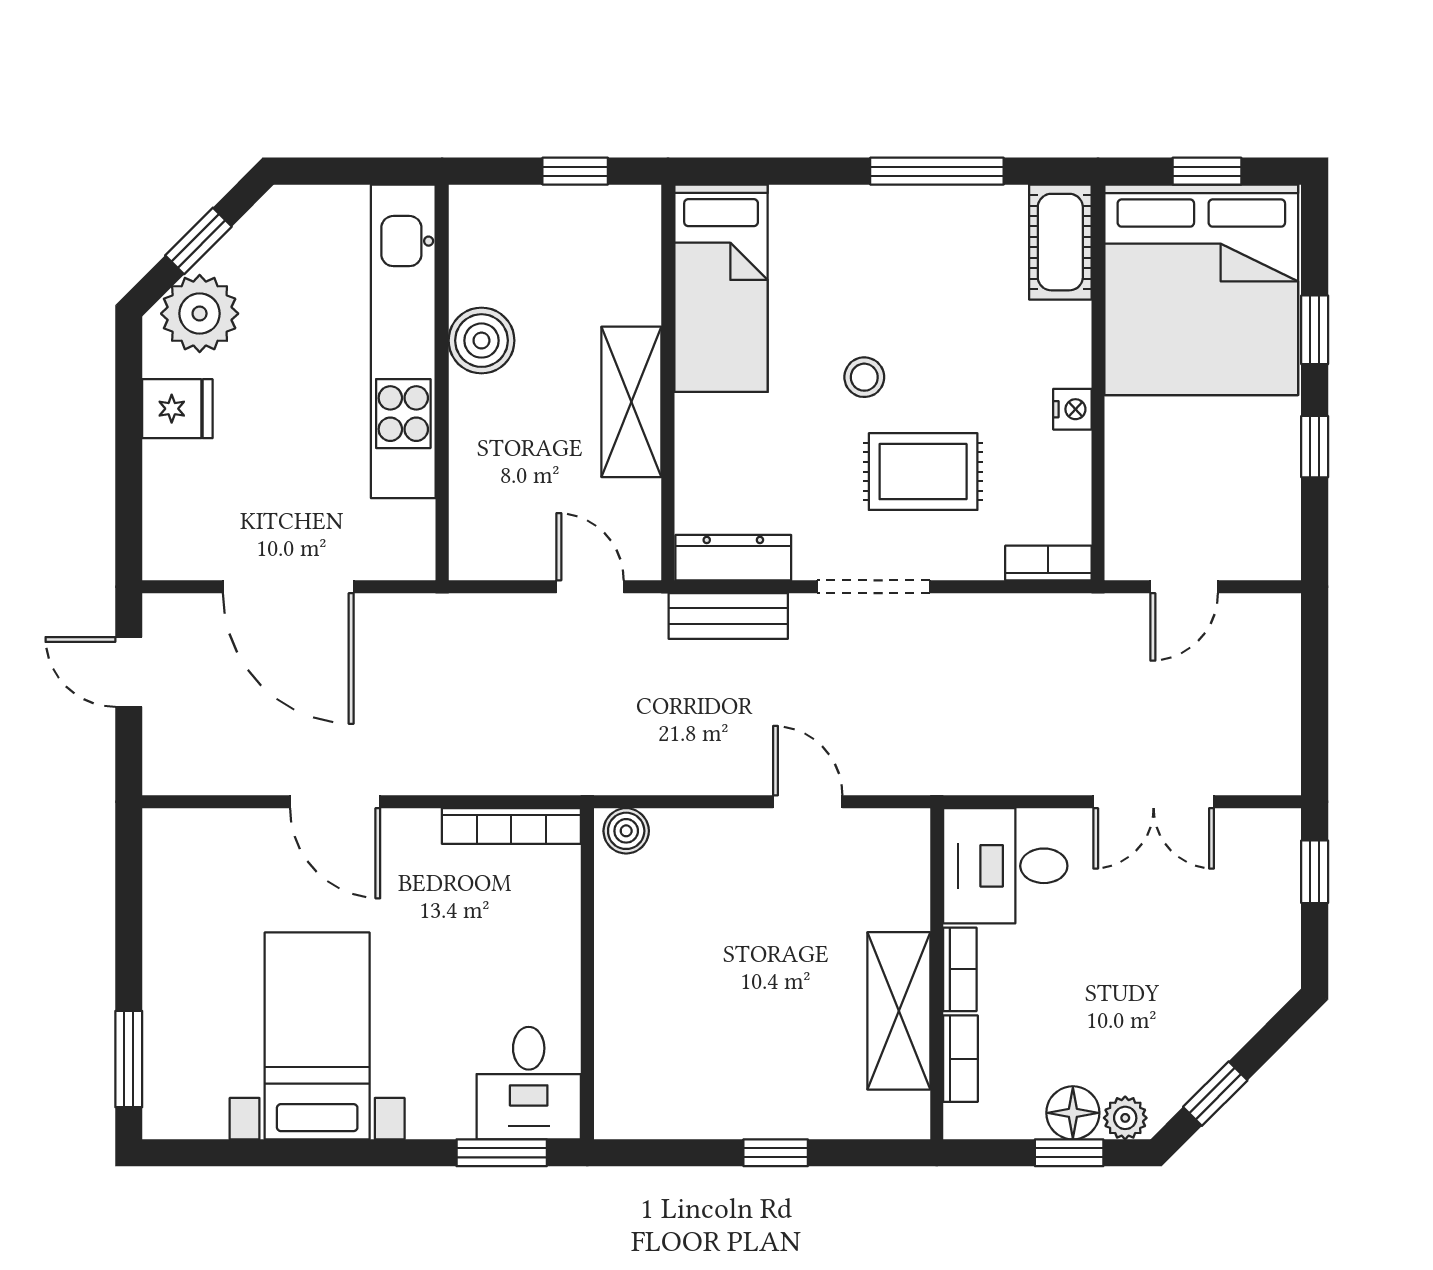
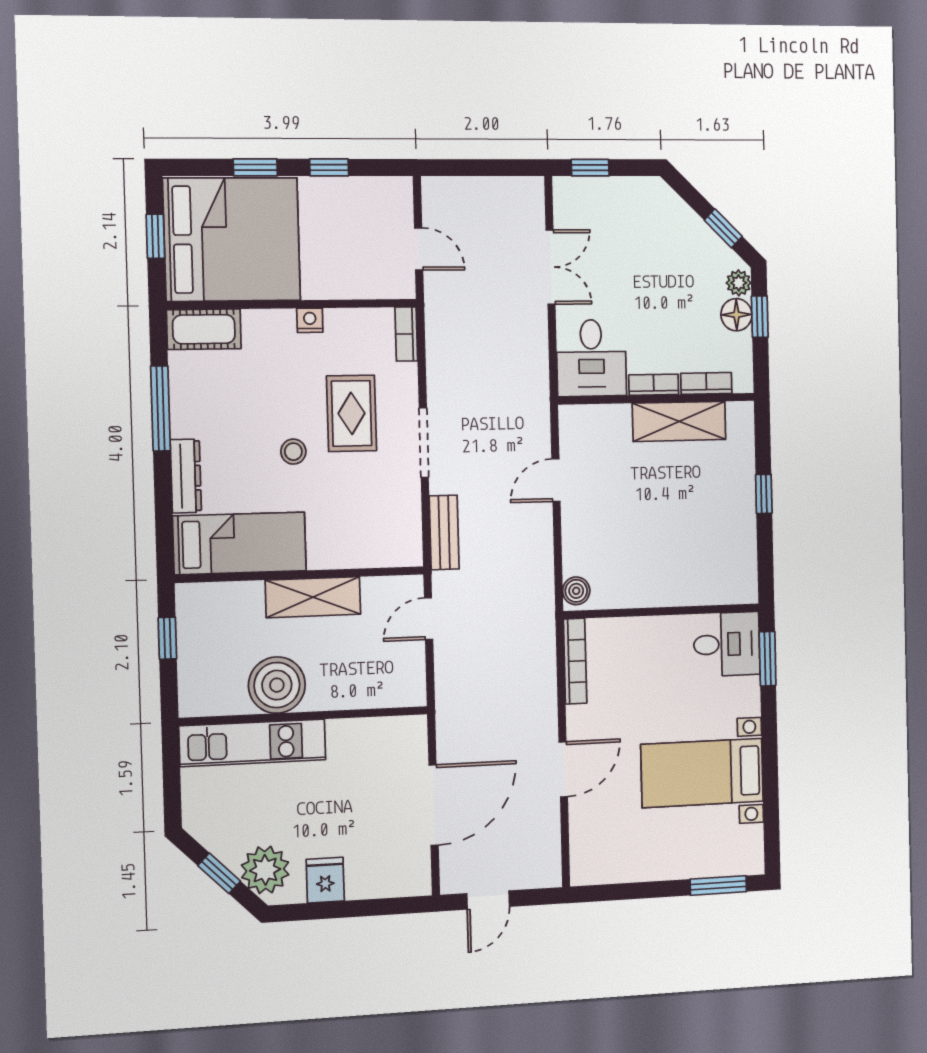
kitchen unit: (403, 341) -> (253, 743), width x0.73
boiler: (481, 341) -> (277, 685), width x1.37, depth x1.37
dresser: (733, 558) -> (186, 476), moved, turned 180

